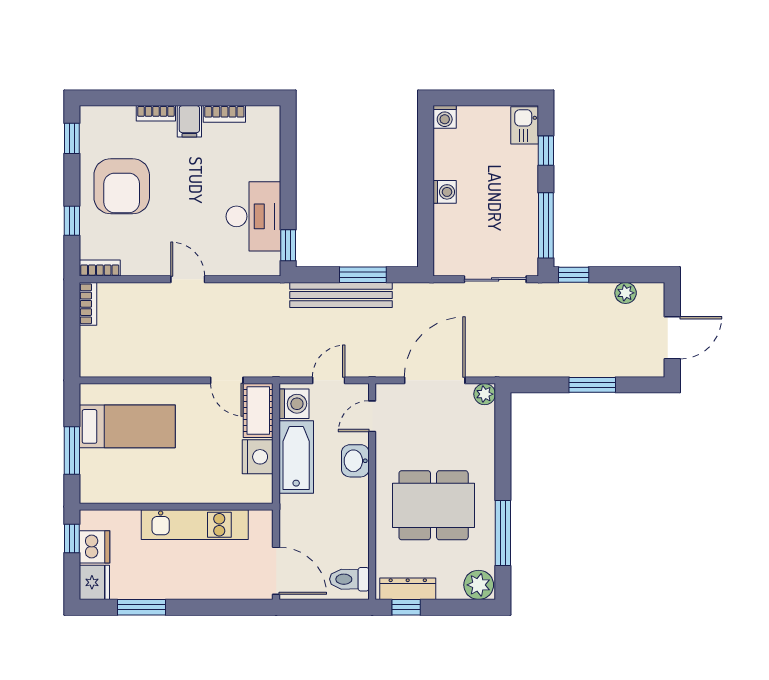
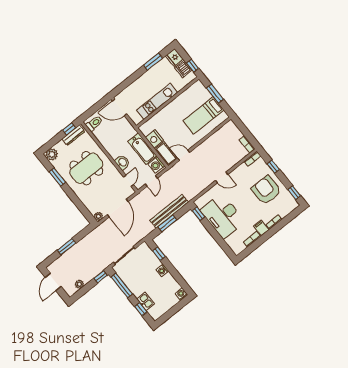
kitchen sink: (525, 125) -> (146, 301), moved
desk: (253, 216) -> (223, 216), width x1.36, depth x1.30
window: (426, 229) -> (159, 254), added
window: (503, 533) -> (57, 177), width x0.69

